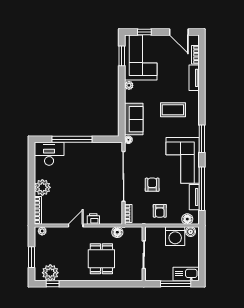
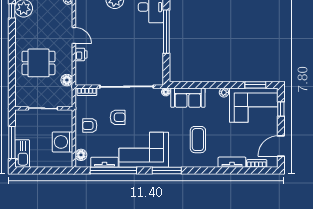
boiler: (191, 232) -> (67, 158), removed

